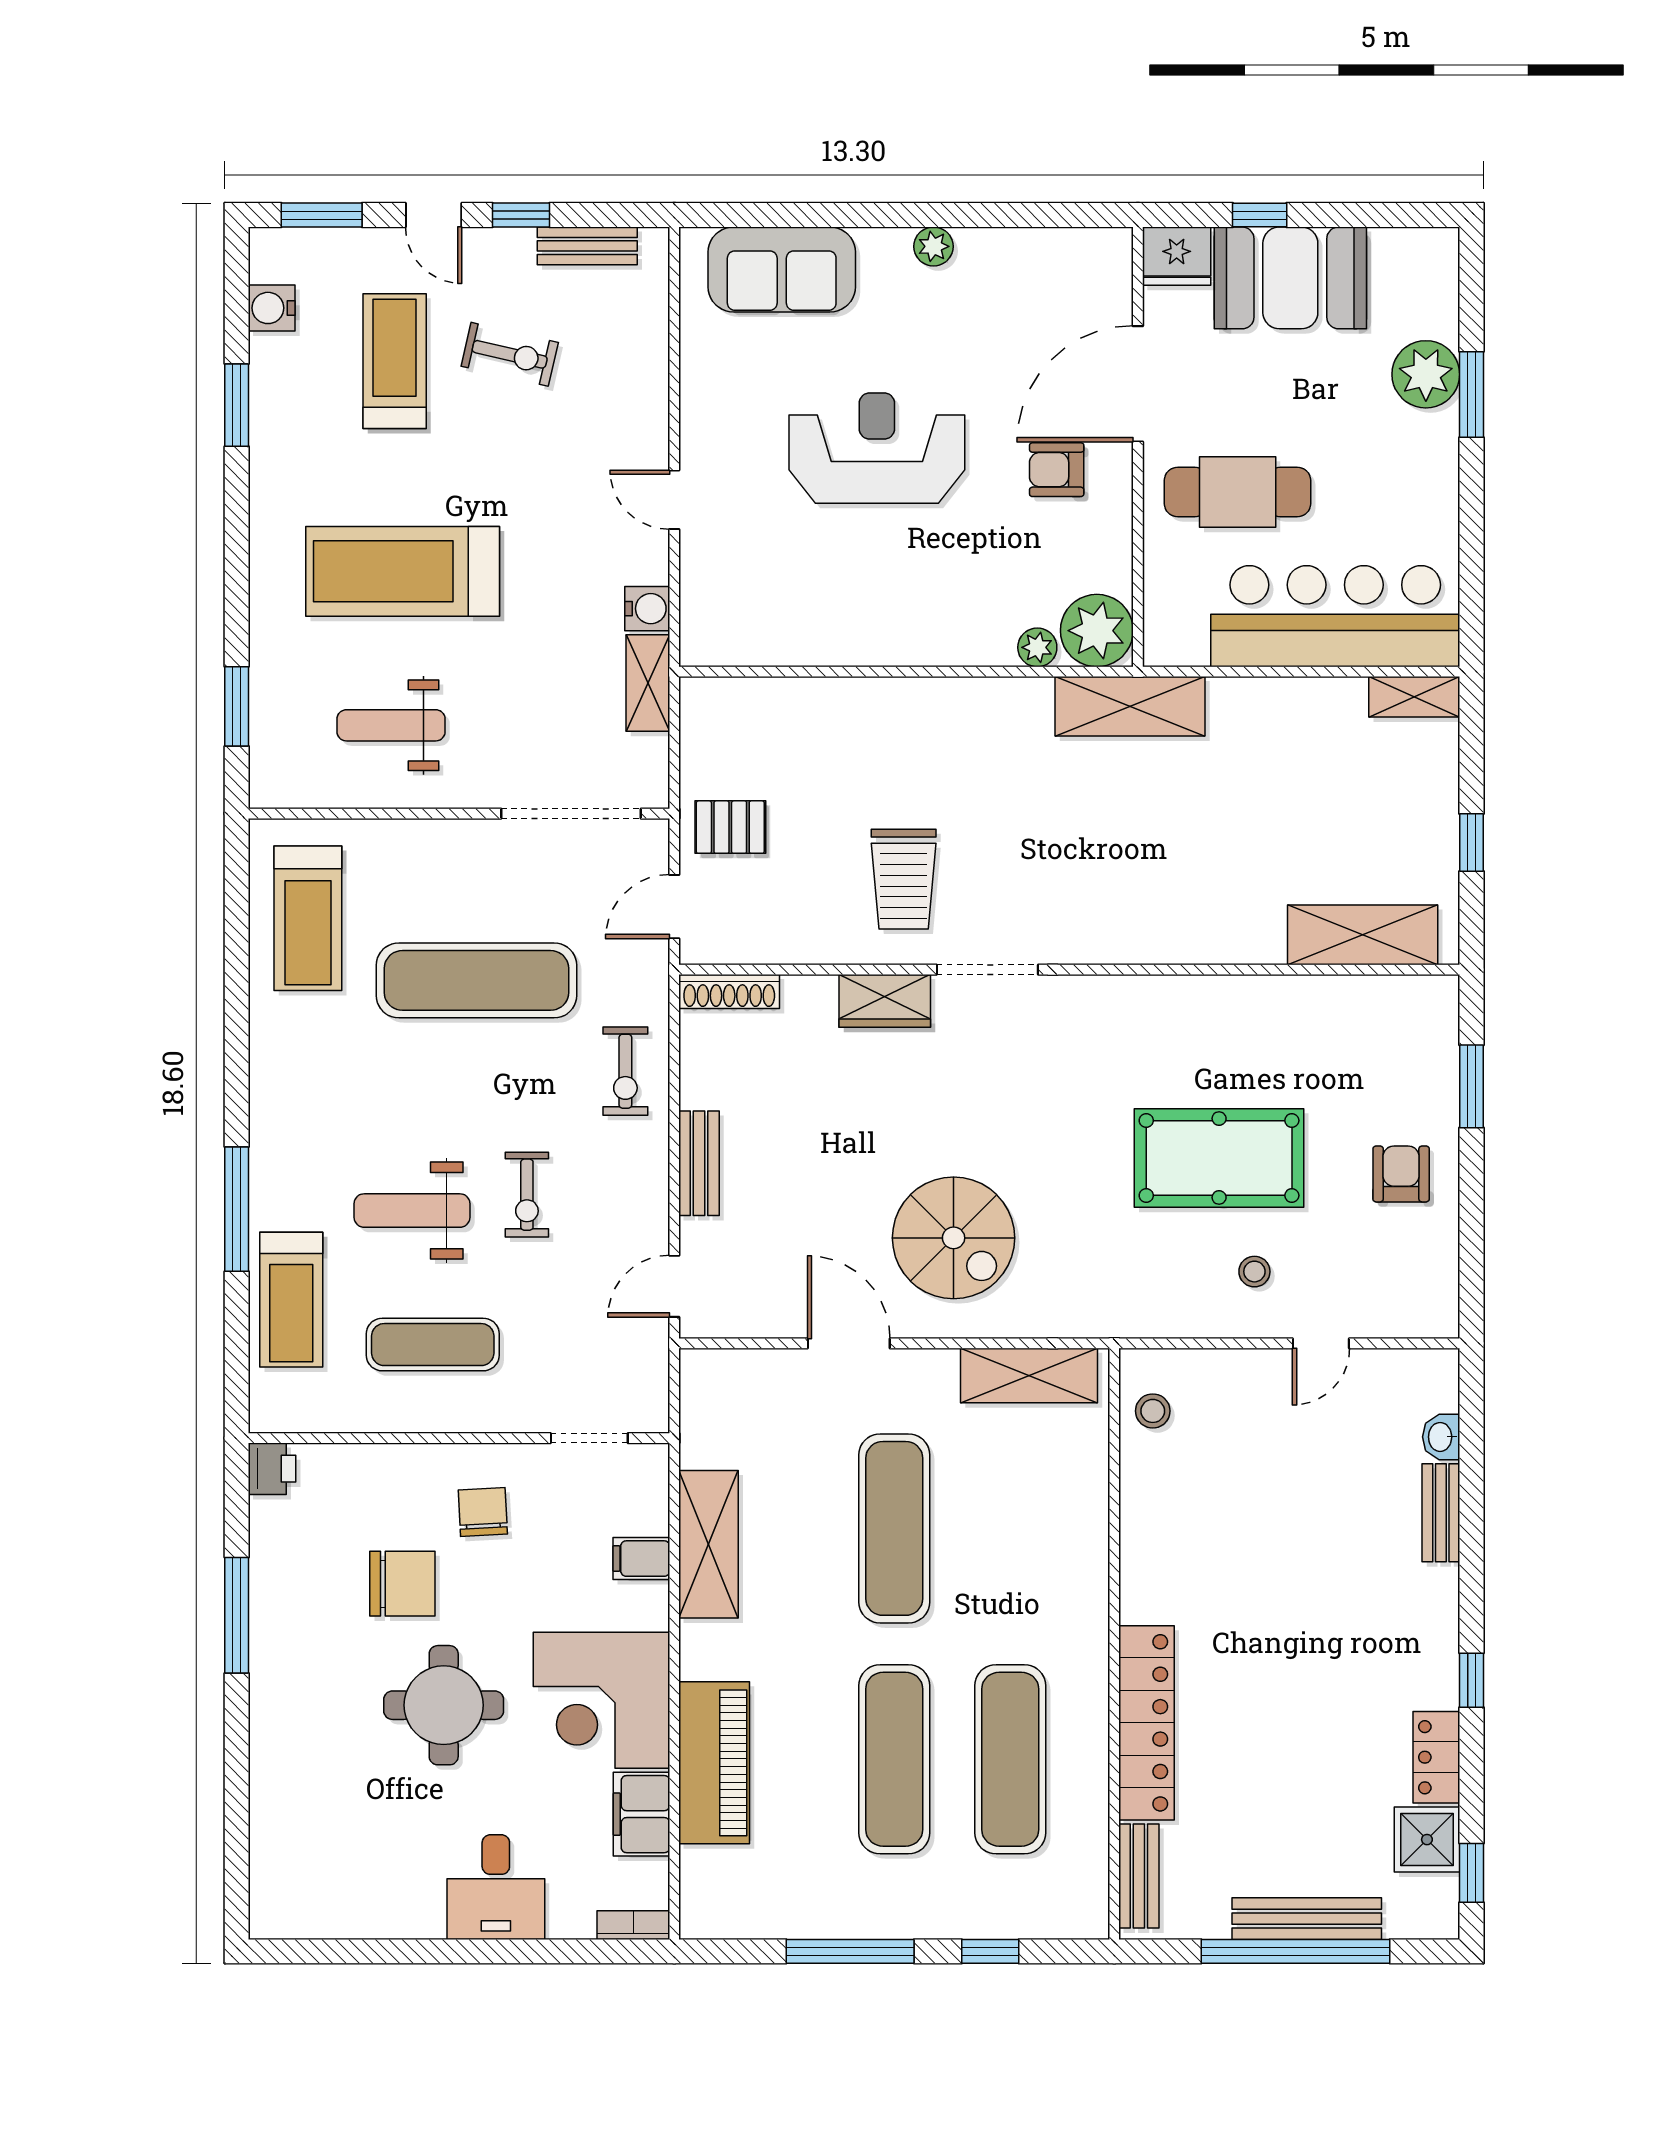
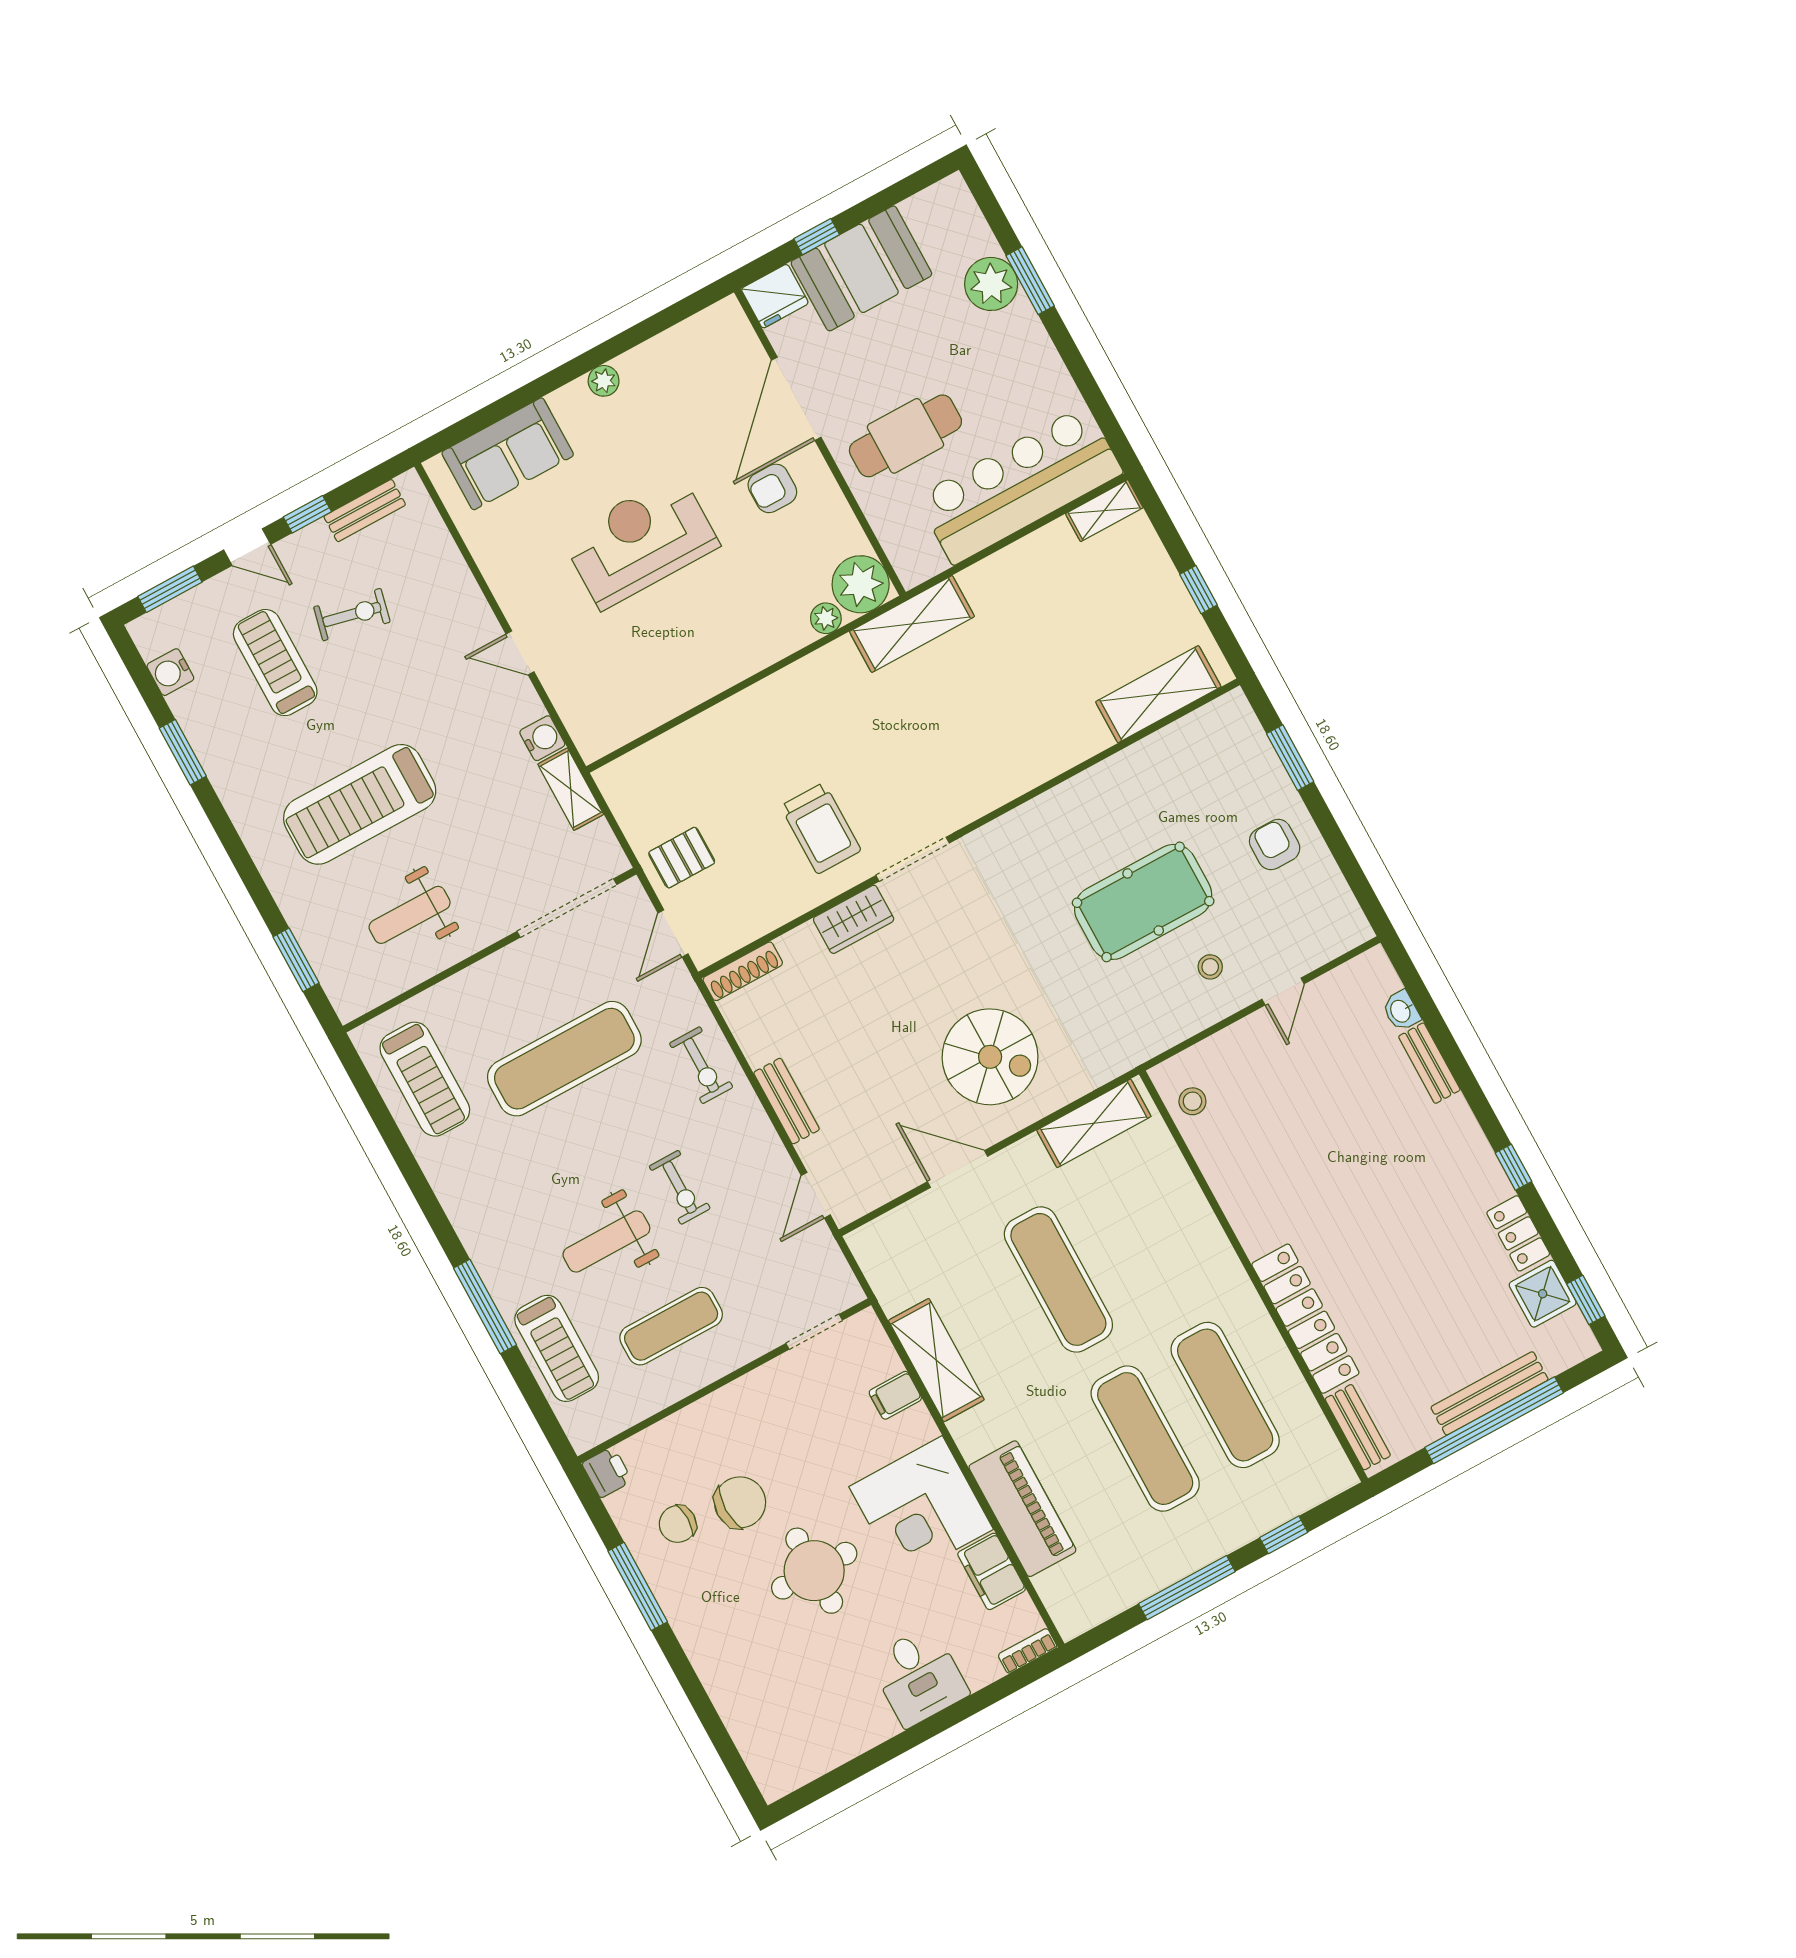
chair: (483, 1512) -> (678, 1524), moved, turned -87

